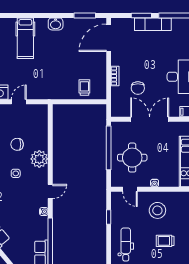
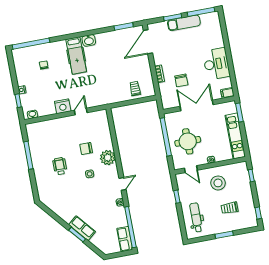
washbasin: (56, 24) -> (89, 40), moved

